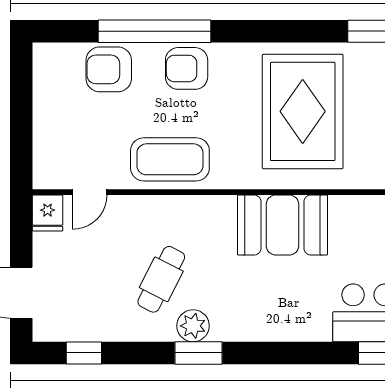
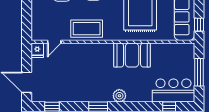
cafe table: (161, 279) -> (83, 77), removed
plant: (193, 326) -> (119, 96), moved

